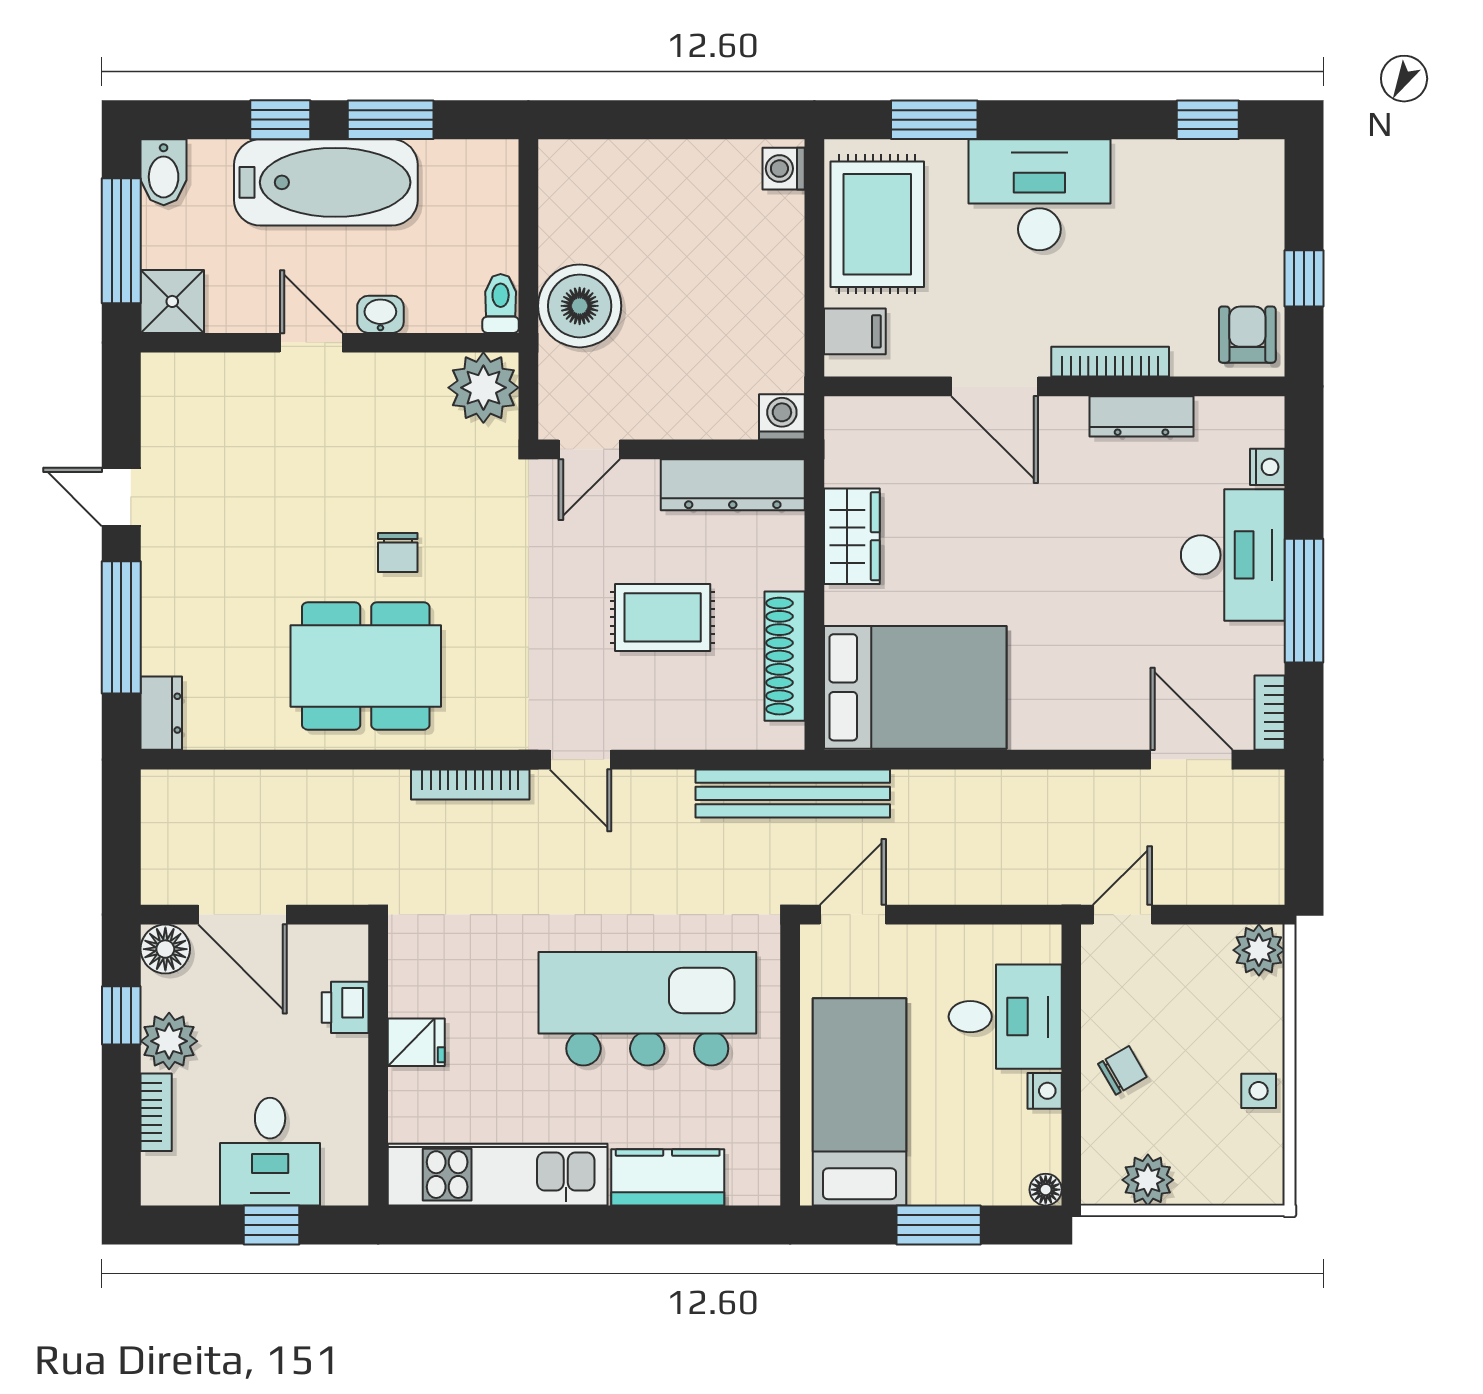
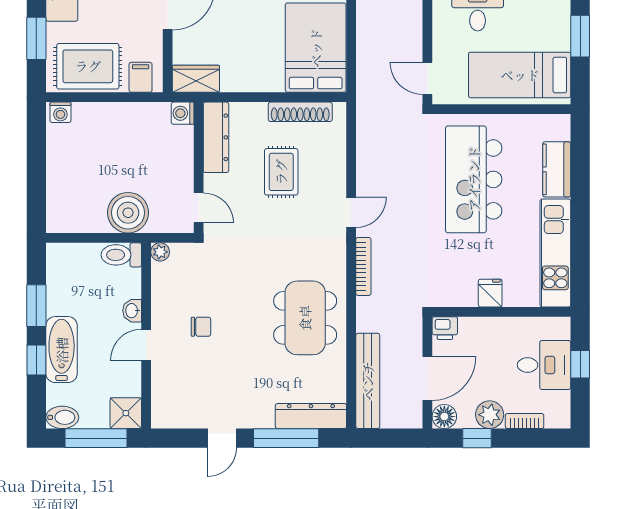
bathtub: (326, 182) -> (62, 350), width x0.73, depth x0.73
toilet: (501, 304) -> (121, 255), width x1.37, depth x1.39
plant: (483, 388) -> (160, 252), width x0.53, depth x0.53
wardrobe: (852, 536) -> (196, 79), moved
chair: (398, 552) -> (201, 327), moved
dresser: (161, 713) -> (311, 416), width x1.96, depth x1.24
bench: (793, 793) -> (368, 381), moved
printer: (345, 1007) -> (445, 328), moved

